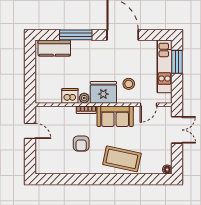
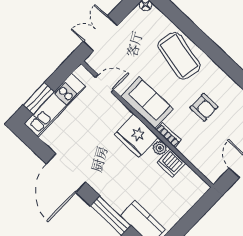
stool: (129, 84) -> (105, 121), removed
armchair: (81, 144) -> (204, 107), turned 90

